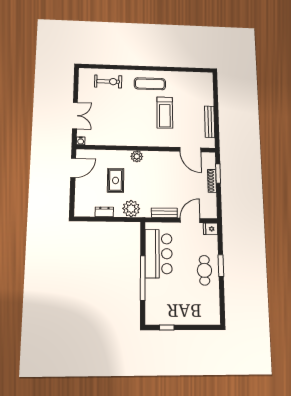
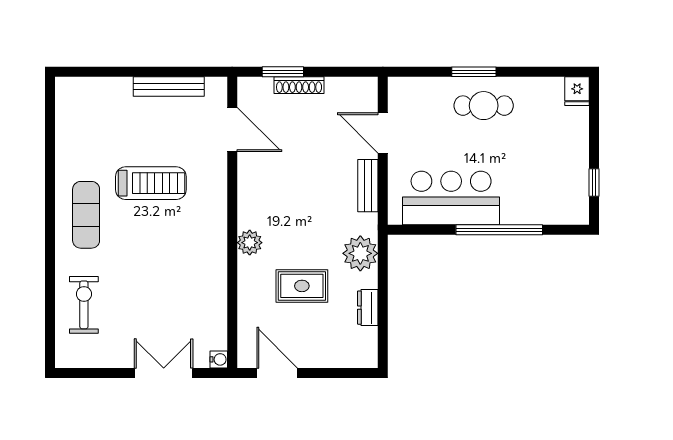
door: (190, 150) -> (232, 129), hinge flipped
fridge: (210, 229) -> (577, 91), moved

